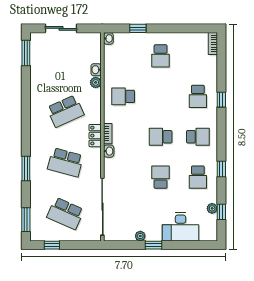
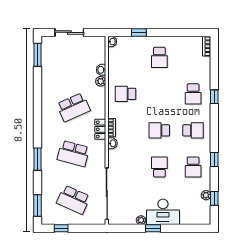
desk: (181, 227) -> (163, 212), moved

